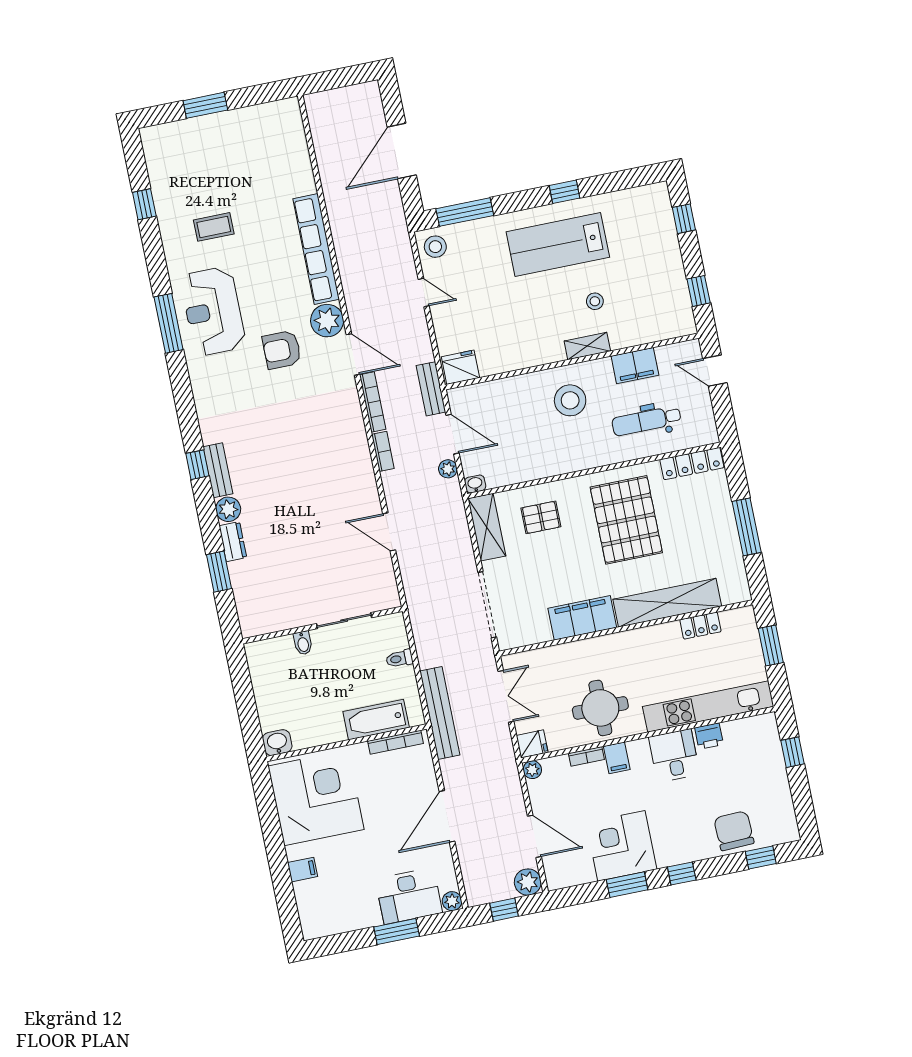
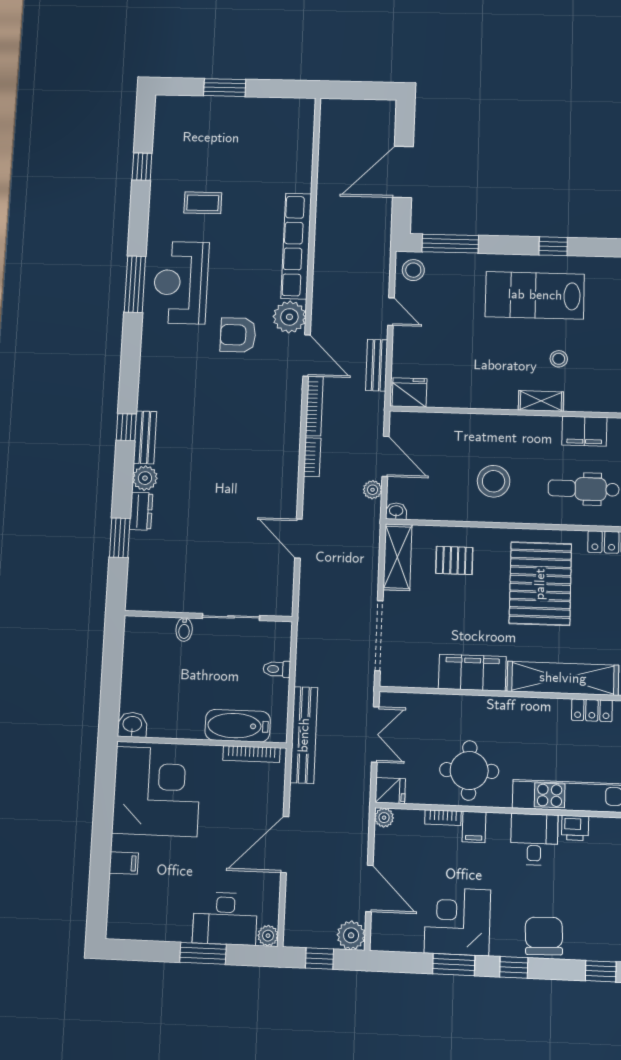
bench: (431, 389) -> (377, 365), moved
stool: (570, 400) -> (494, 481), moved
chair: (734, 831) -> (544, 936), moved

